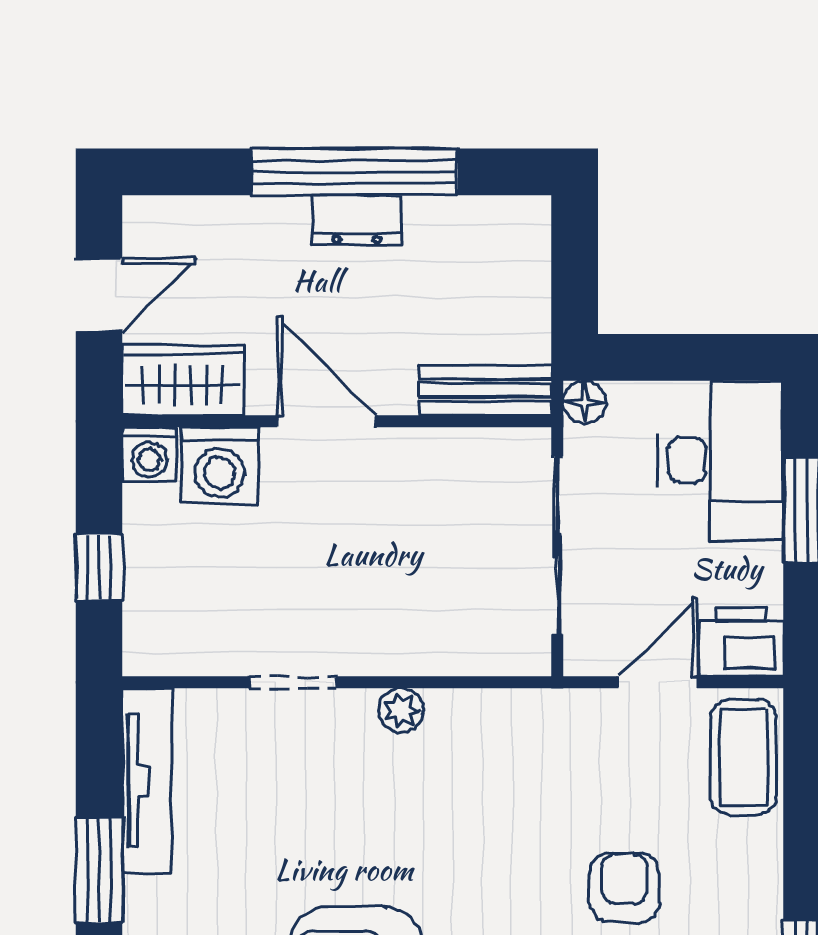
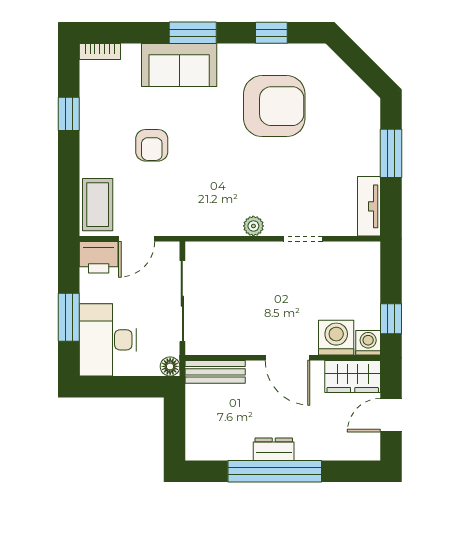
window: (99, 567) -> (391, 319), moved
tv unit: (147, 781) -> (369, 206), width x0.71

